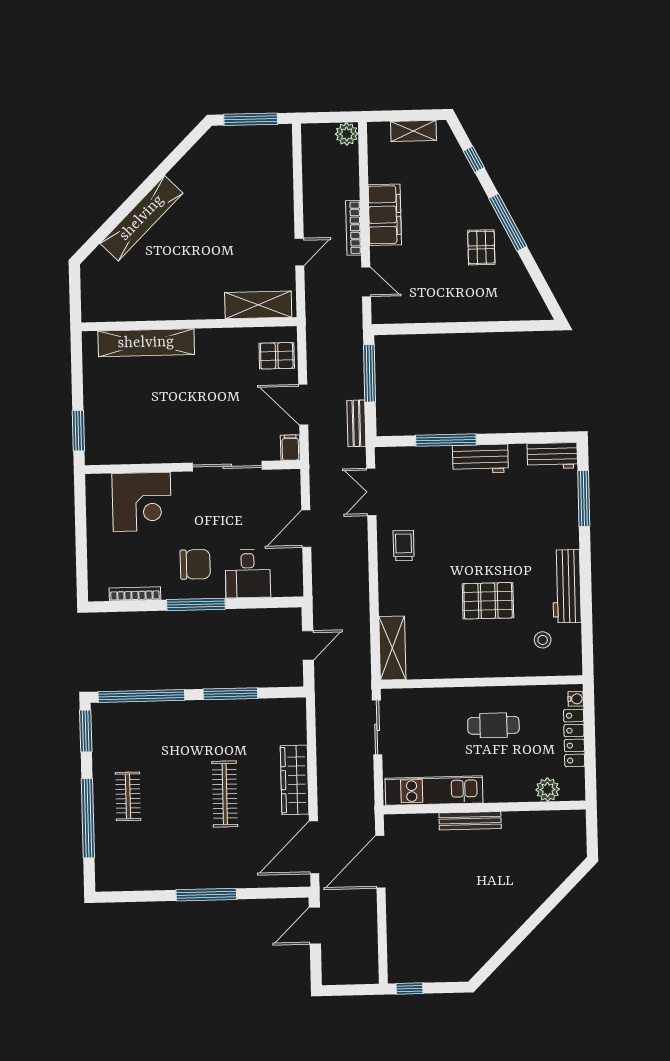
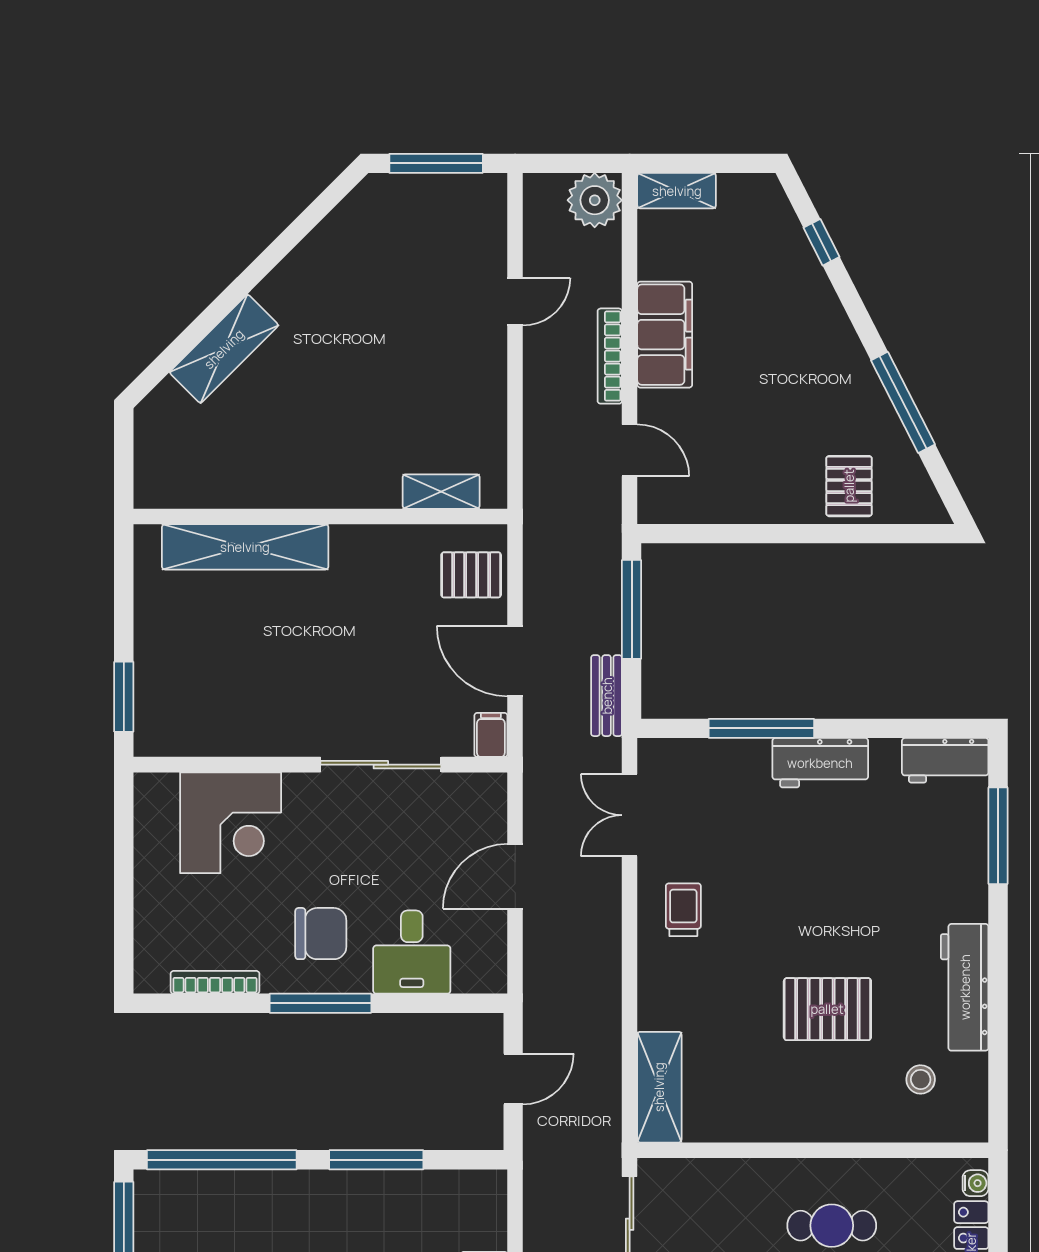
shelving: (413, 131) -> (677, 191), moved
plant: (347, 134) -> (595, 200), width x1.36, depth x1.36
shelving: (142, 218) -> (224, 349), width x0.68
window: (508, 222) -> (903, 402), moved
pallet: (481, 247) -> (849, 486), moved
door: (299, 252) -> (515, 302), moved
shelving: (258, 305) -> (441, 492), width x0.67, depth x0.75

